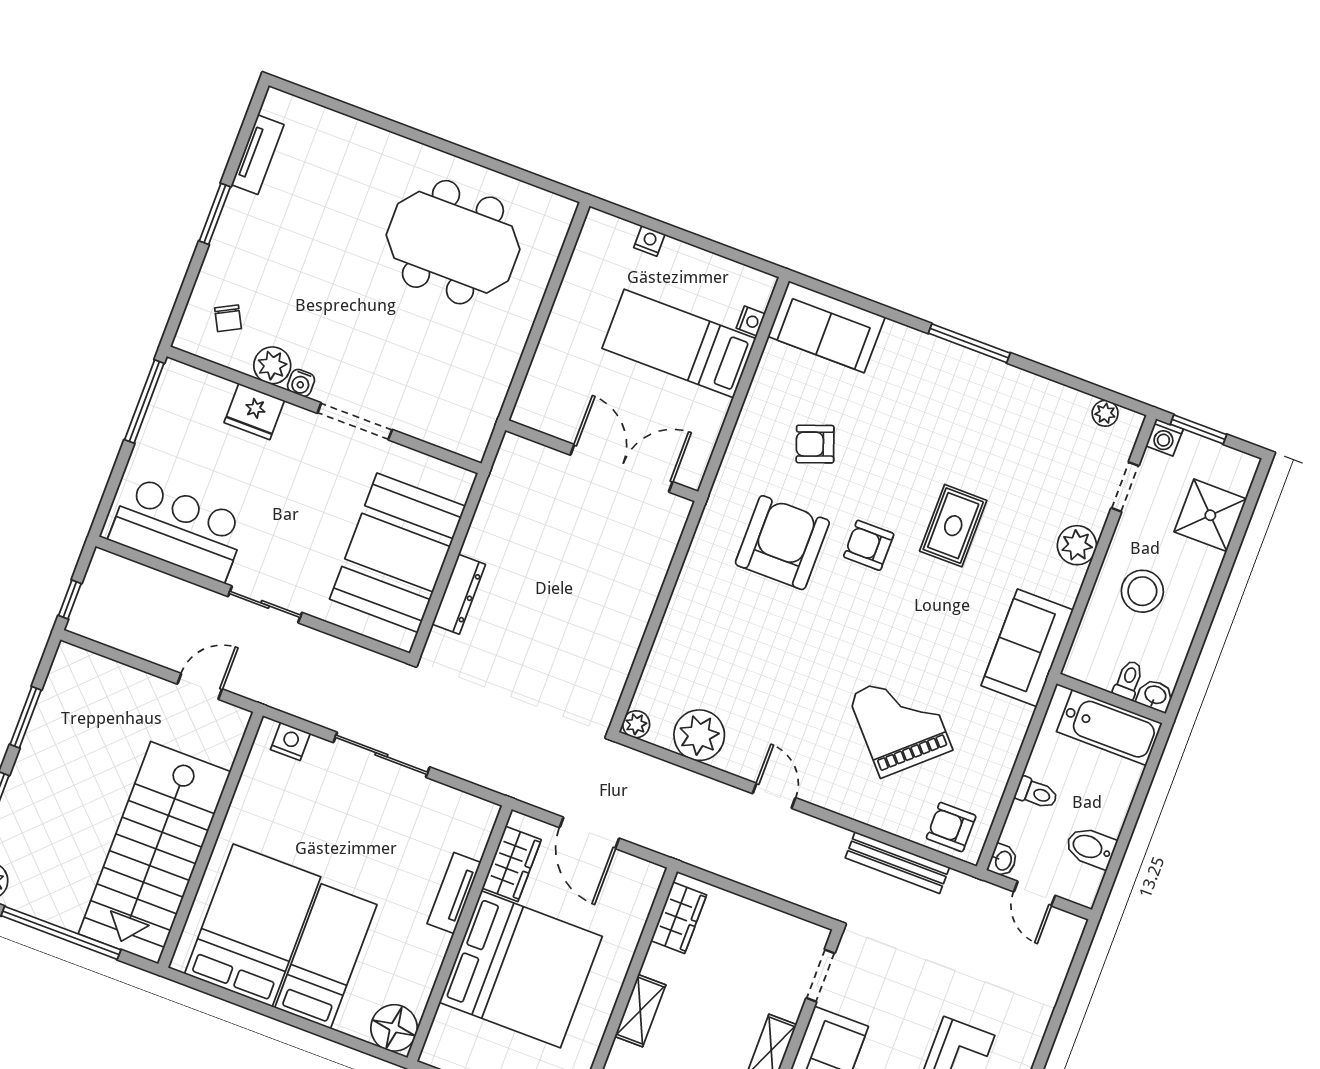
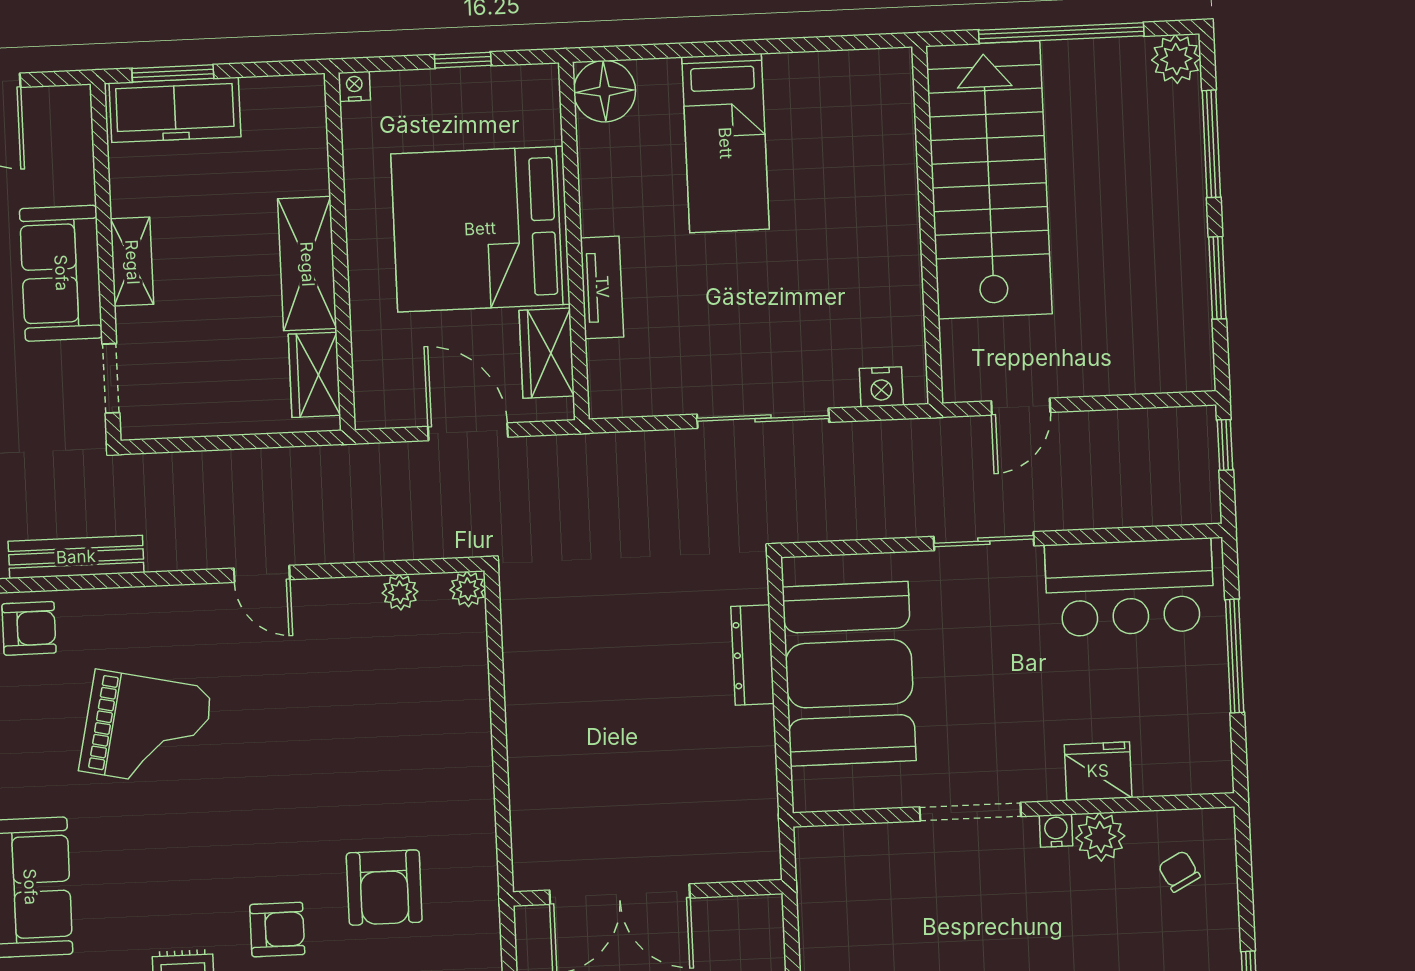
window: (144, 401) -> (1235, 656), moved
armchair: (782, 543) -> (384, 888), width x0.73, depth x0.73
grand piano: (900, 722) -> (146, 730), turned -36
plant: (699, 735) -> (400, 592), width x0.53, depth x0.53
bed: (253, 925) -> (831, 143), removed
shelving: (640, 1011) -> (307, 264), width x1.50, depth x1.33

